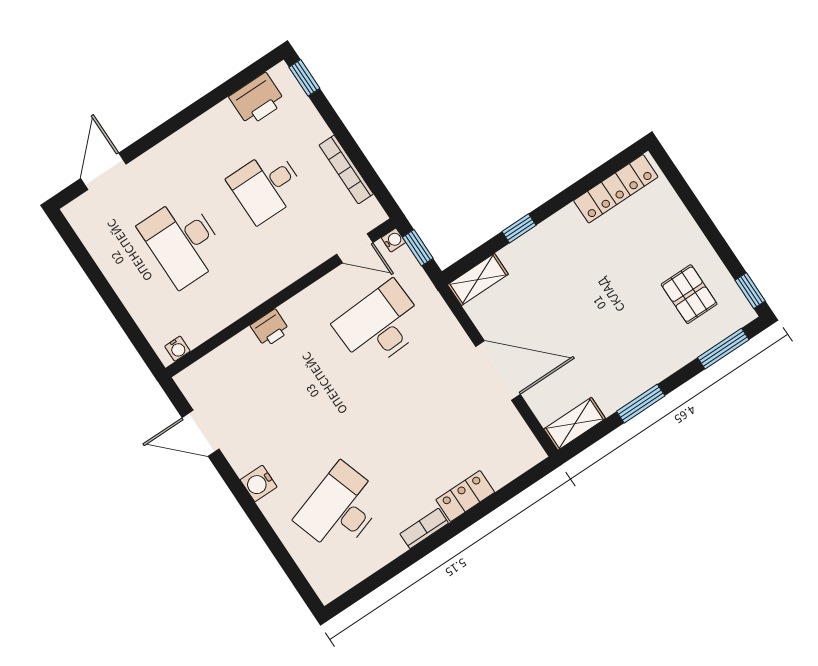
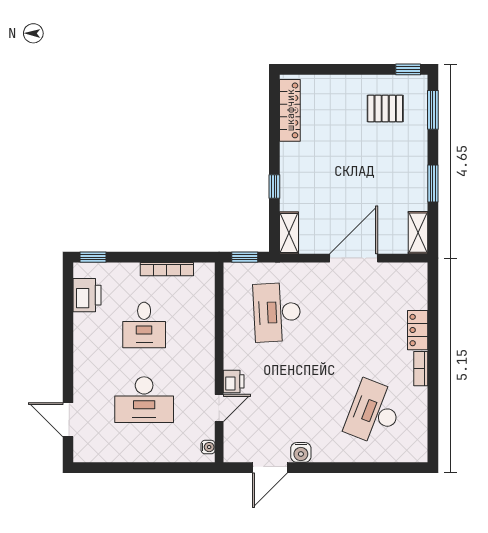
water cooler: (393, 240) -> (230, 269), removed
door: (355, 248) -> (219, 408), moved
water cooler: (259, 483) -> (301, 452), moved
desk: (340, 509) -> (374, 412), turned 39

